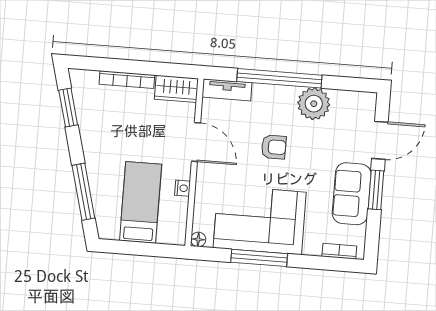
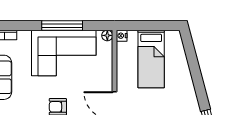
nightstand: (182, 188) -> (122, 36), moved
window: (83, 192) -> (193, 63), removed

